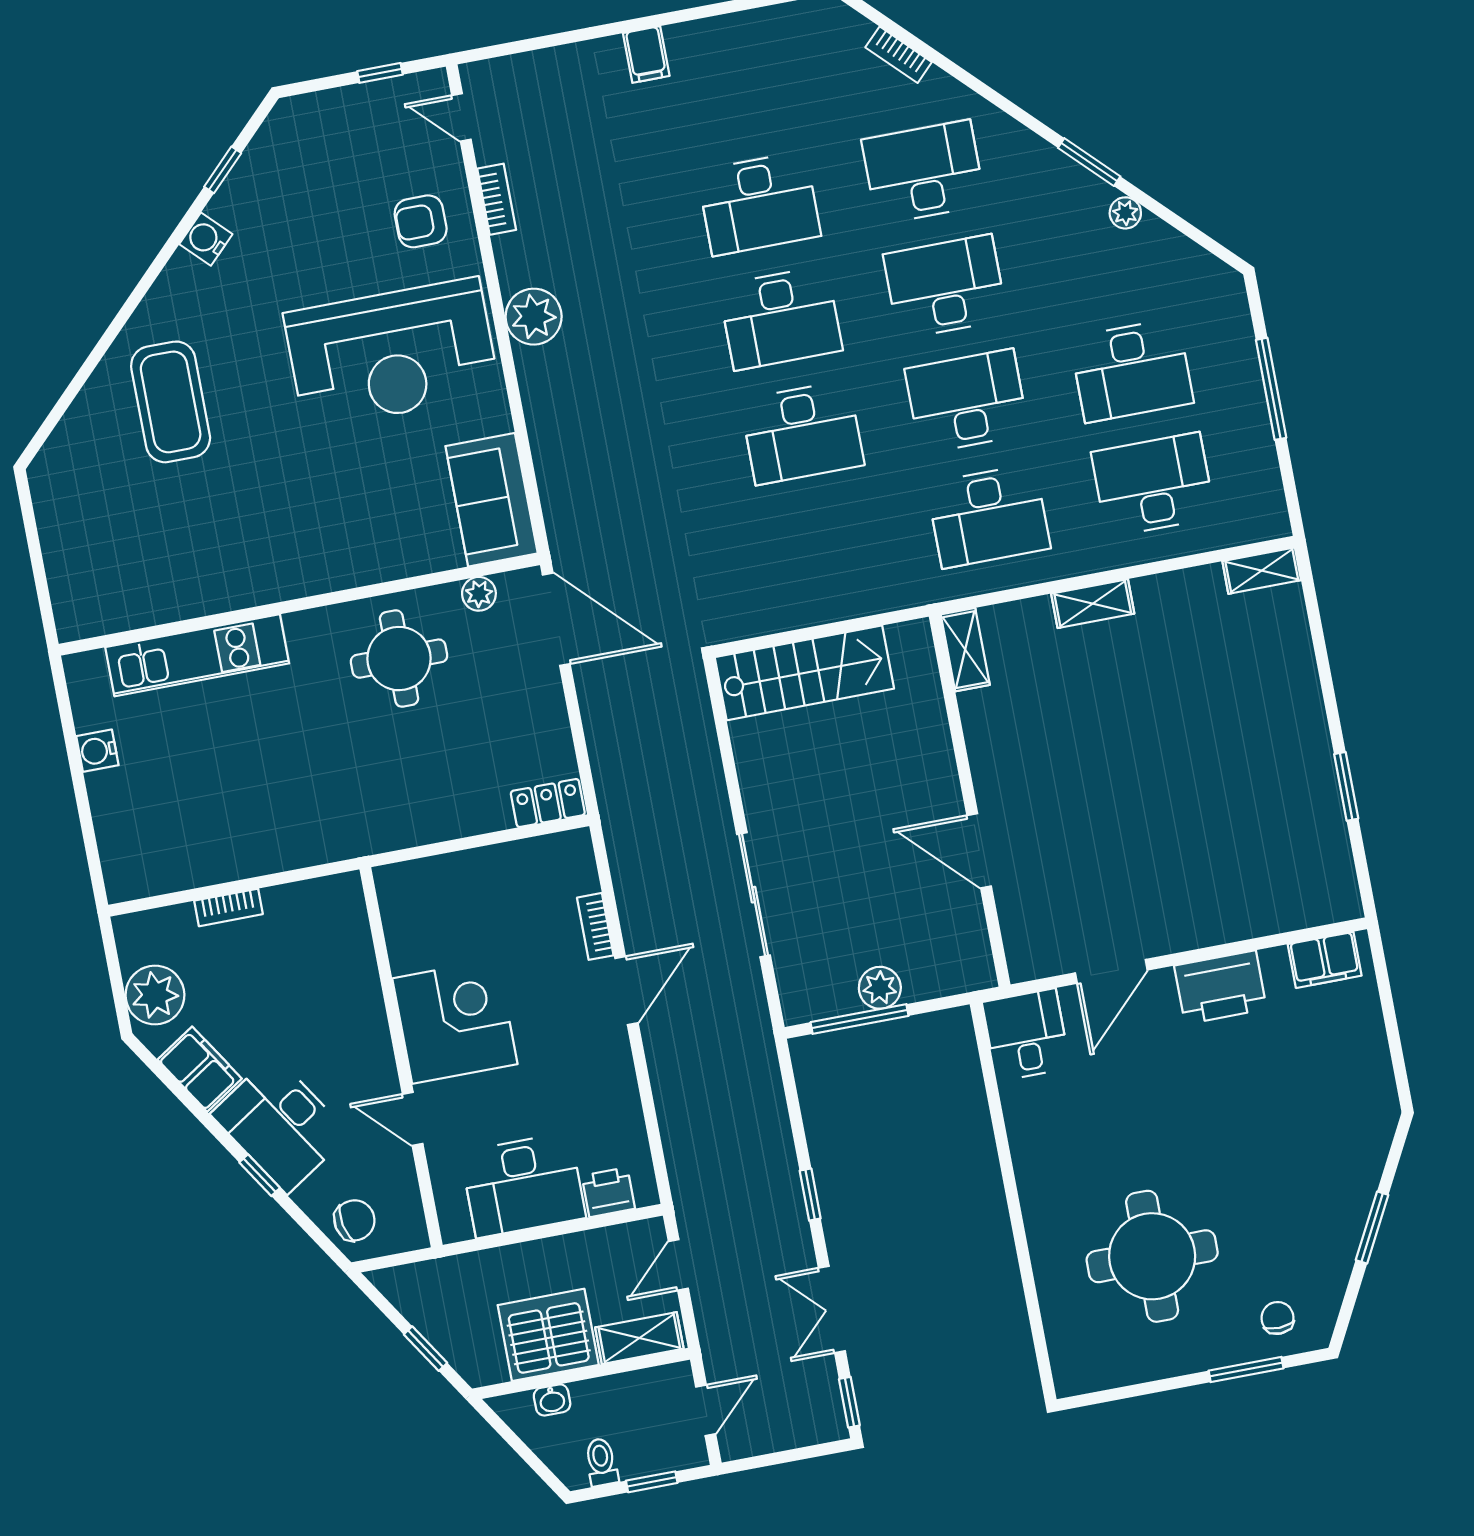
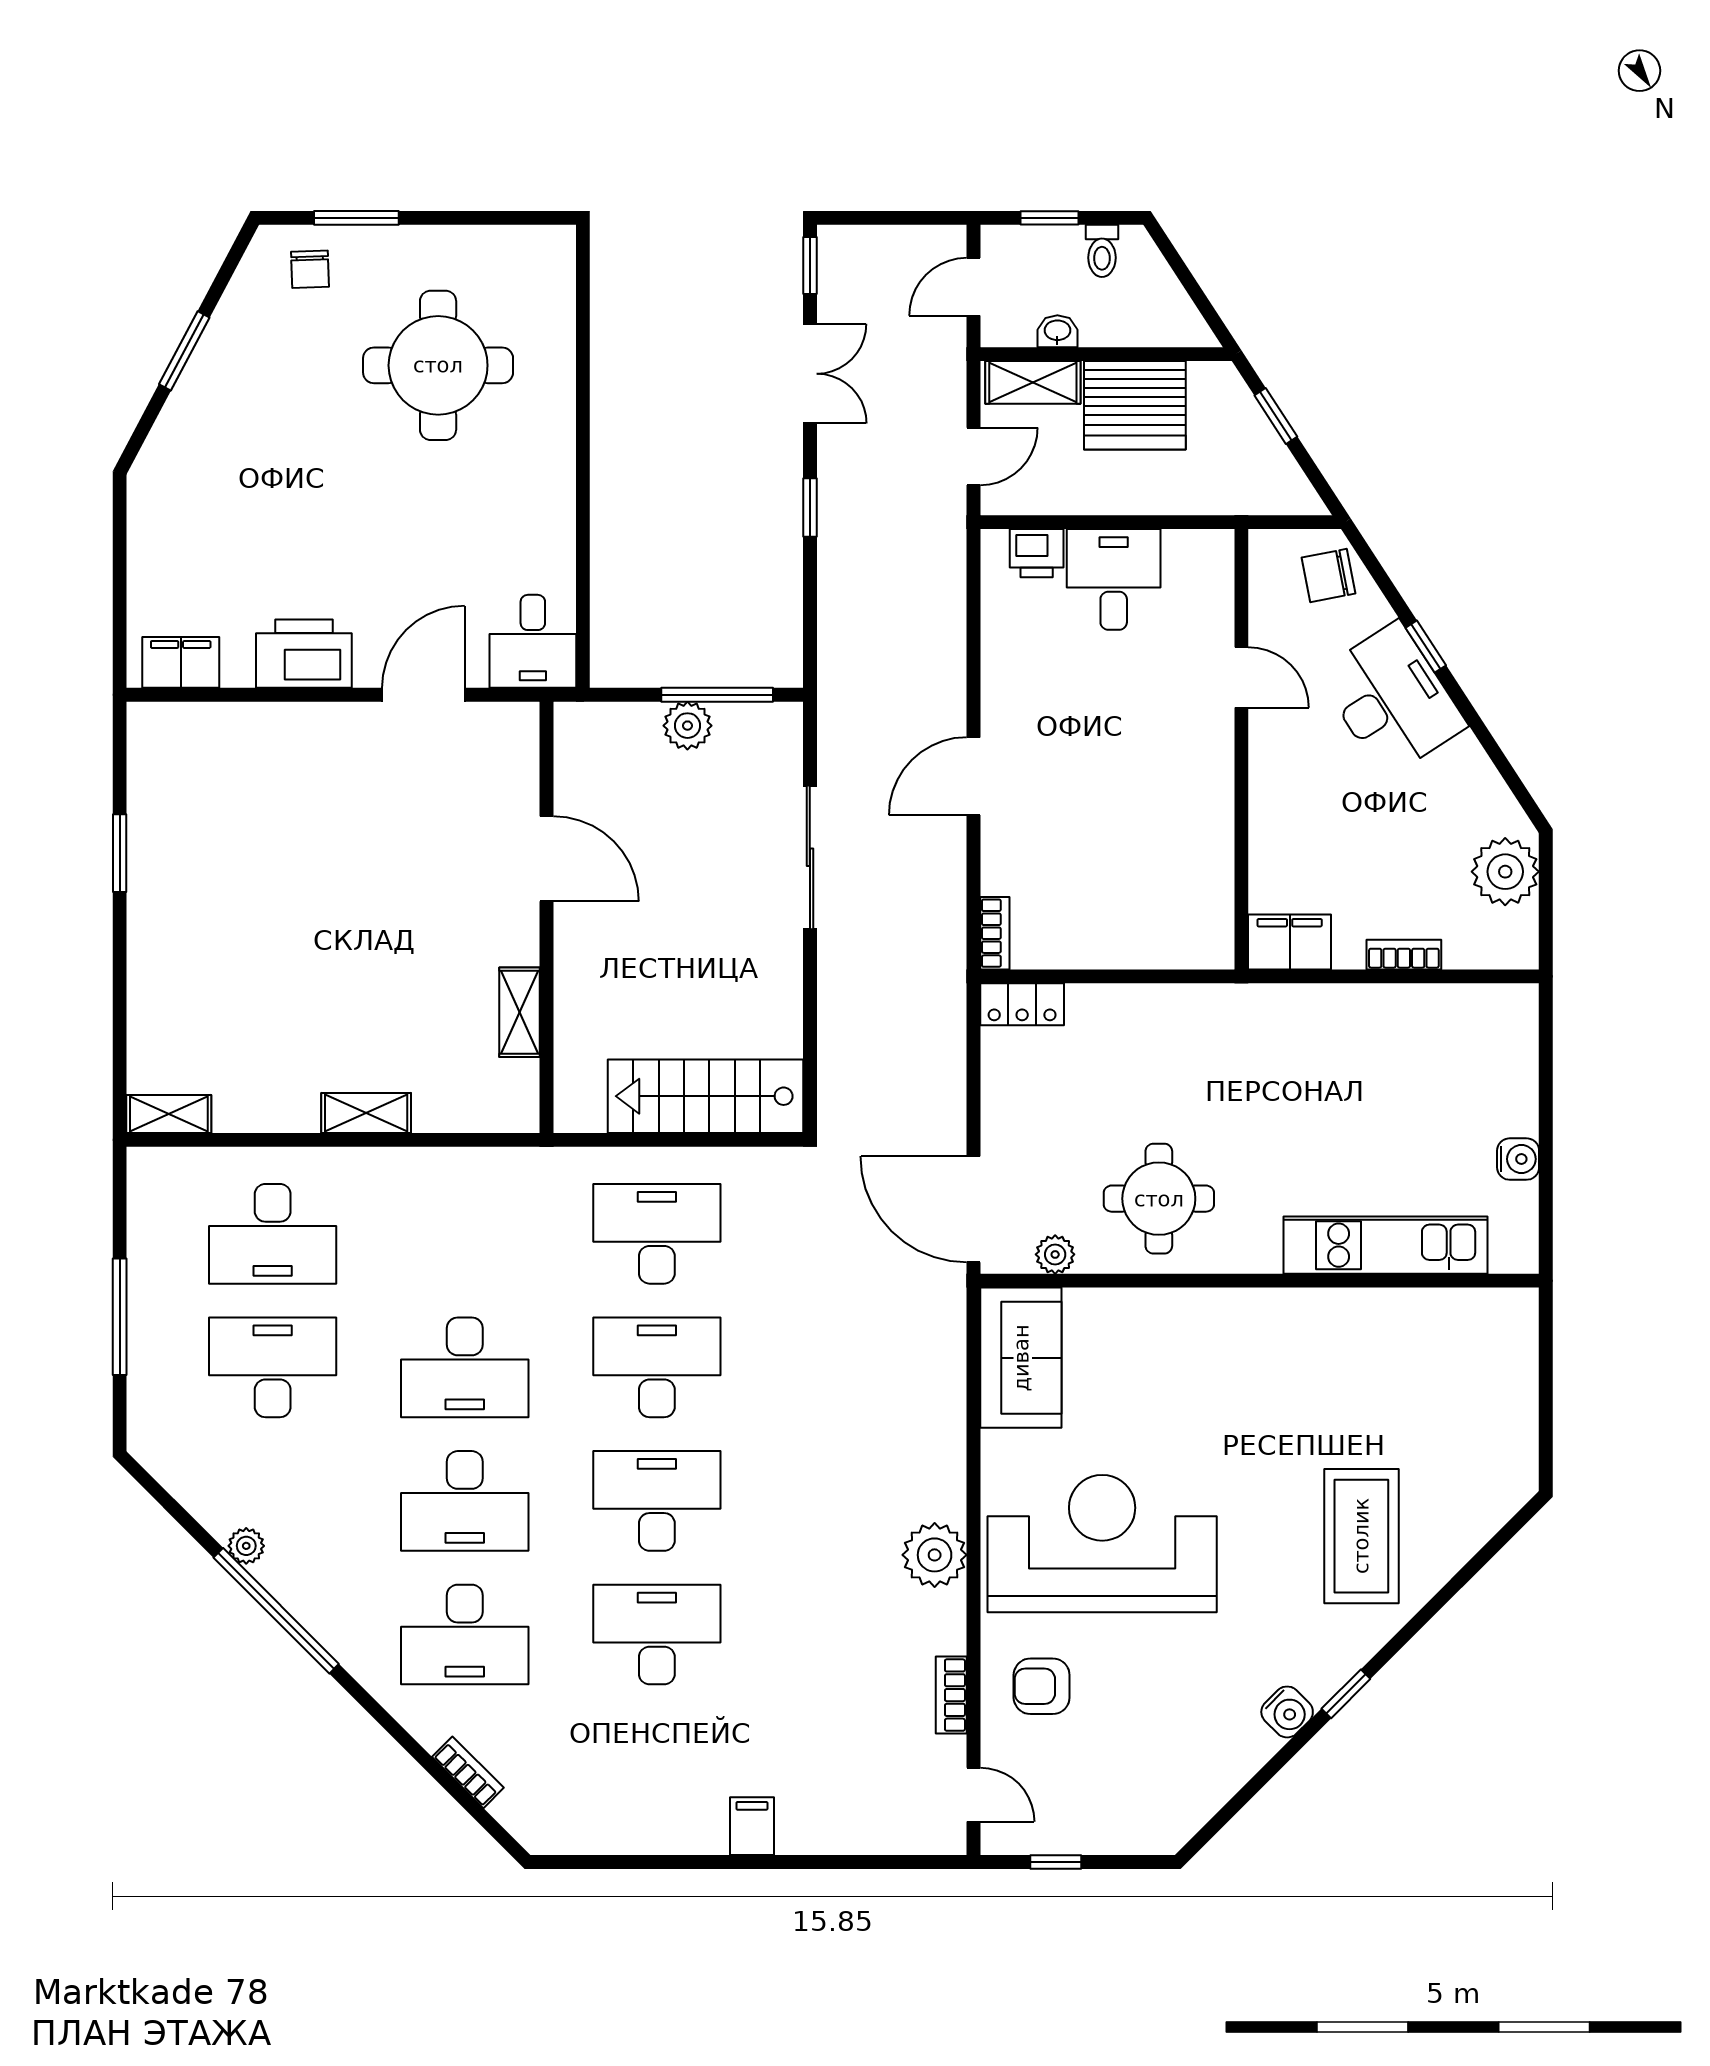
window: (1089, 162) -> (276, 1611), width x2.11
window: (223, 170) -> (1346, 1694), moved
armchair: (421, 221) -> (1042, 1686), turned 180
desk: (989, 516) -> (657, 1234), moved
shelving: (965, 650) -> (519, 1012), moved
bookcase: (595, 926) -> (995, 933), moved
corner desk: (455, 1021) -> (1173, 778), removed
filing cabinet: (200, 1069) -> (1290, 942), moved, turned 123
desk: (523, 1185) -> (1114, 579), width x0.73
washbasin: (552, 1400) -> (1057, 331), moved

